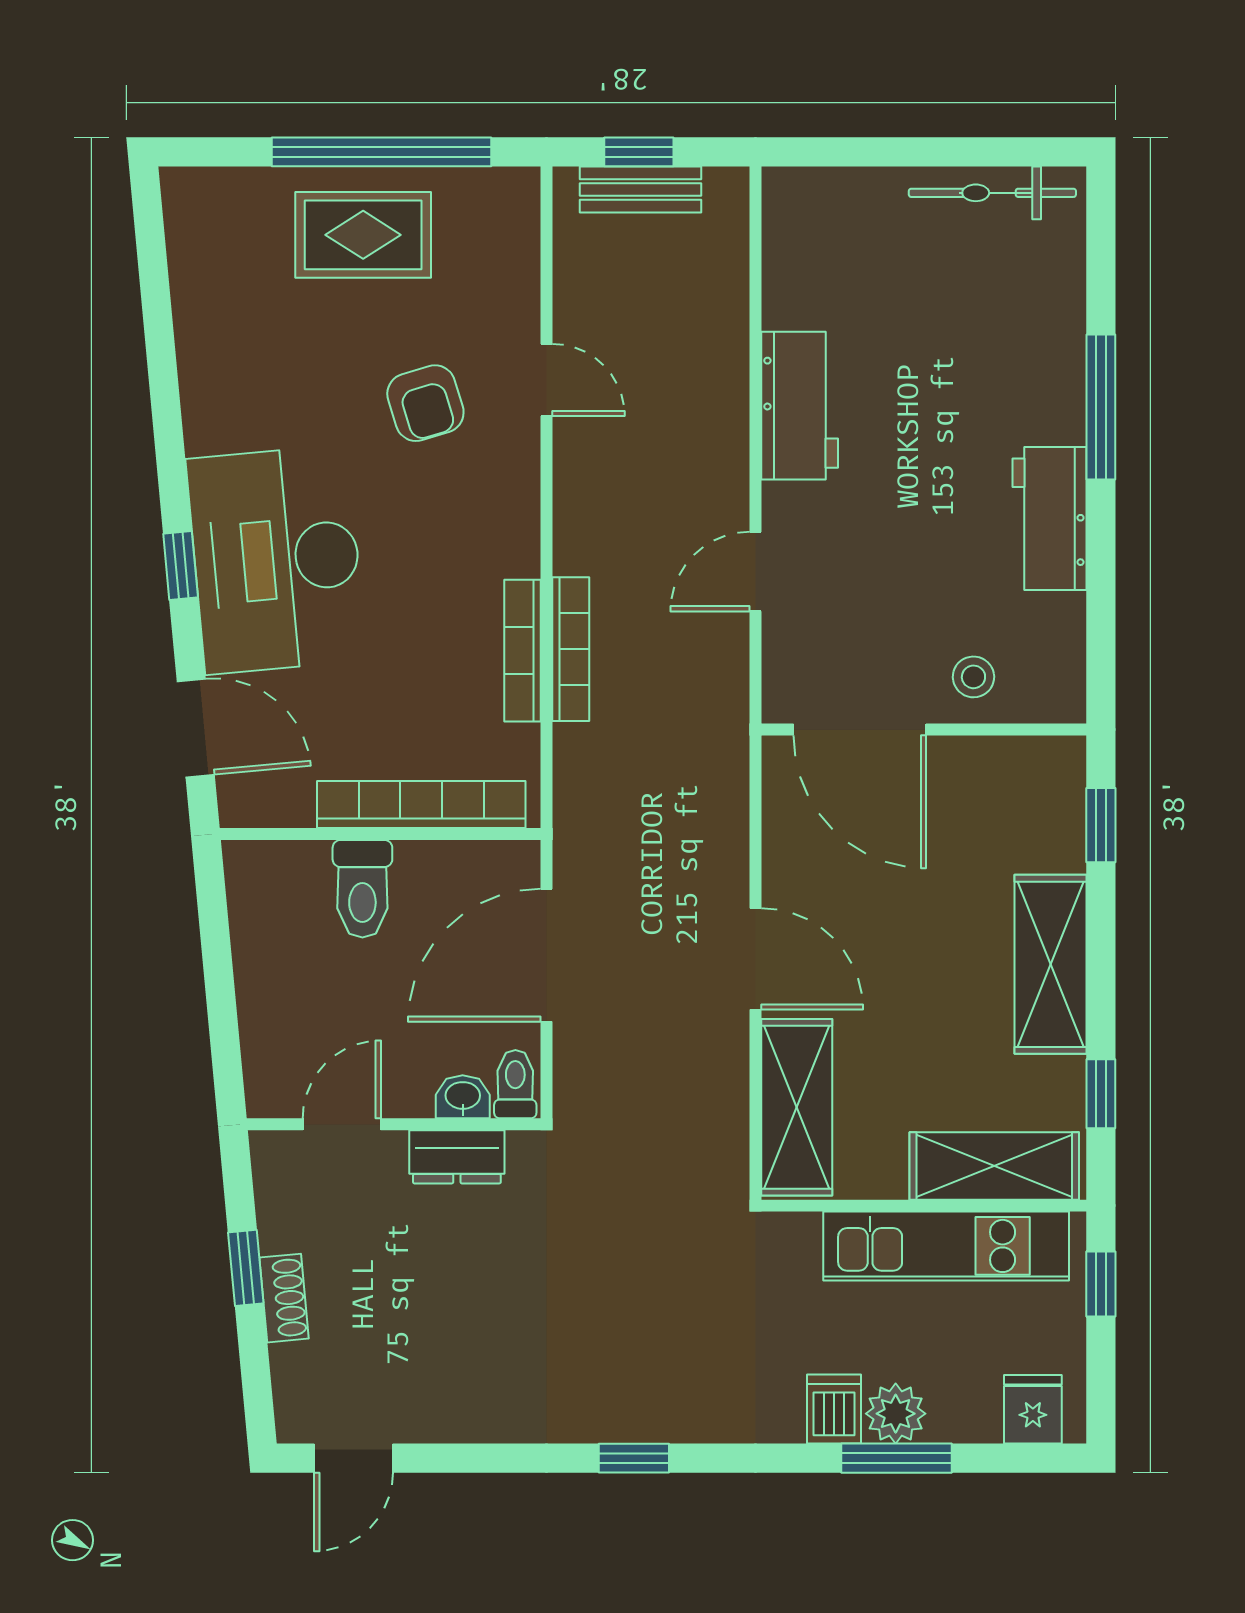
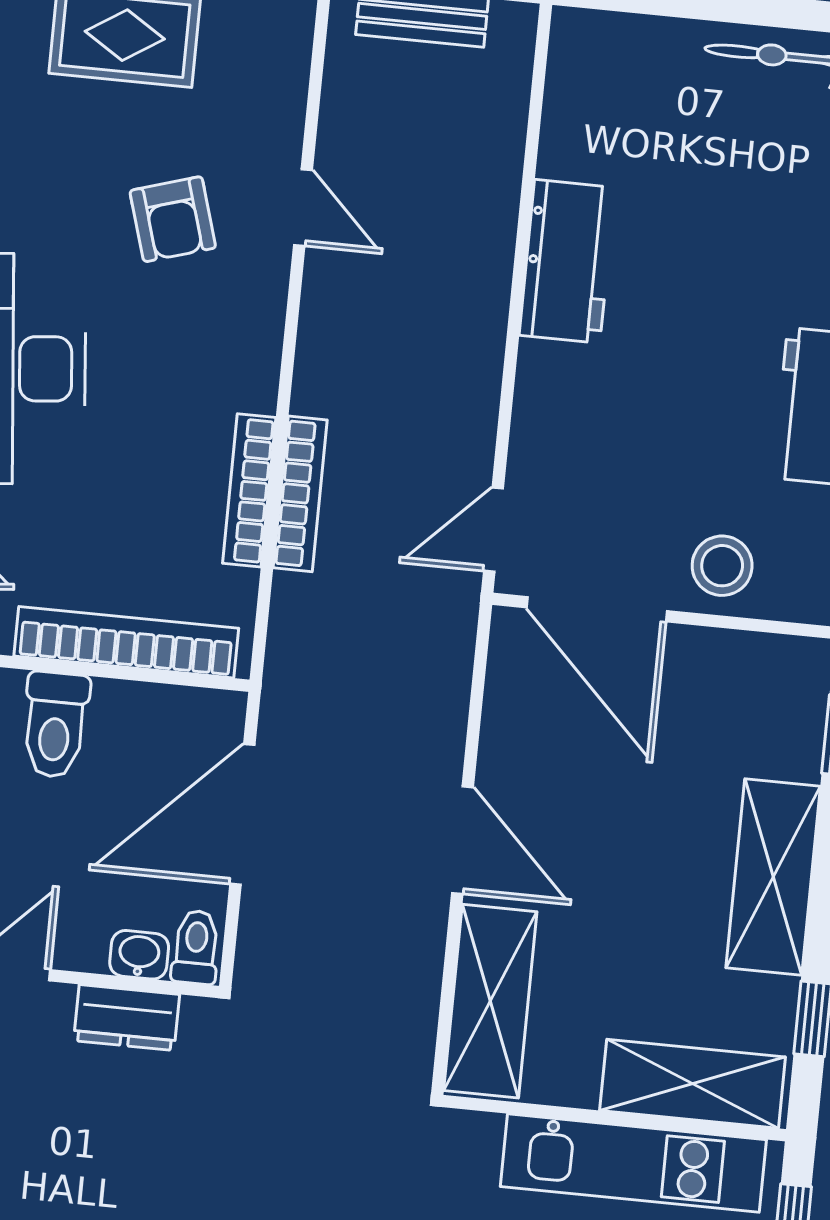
door: (756, 572) -> (493, 530), moved
stool: (973, 677) -> (722, 566), width x1.37, depth x1.37

